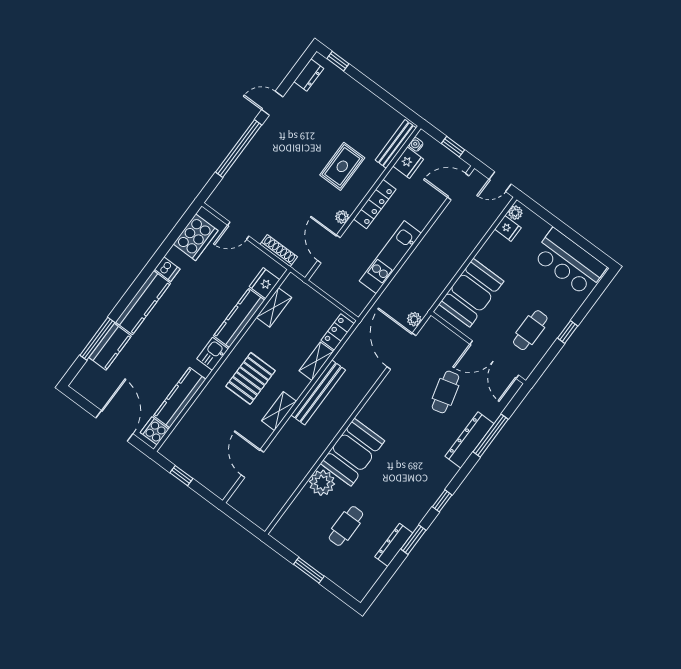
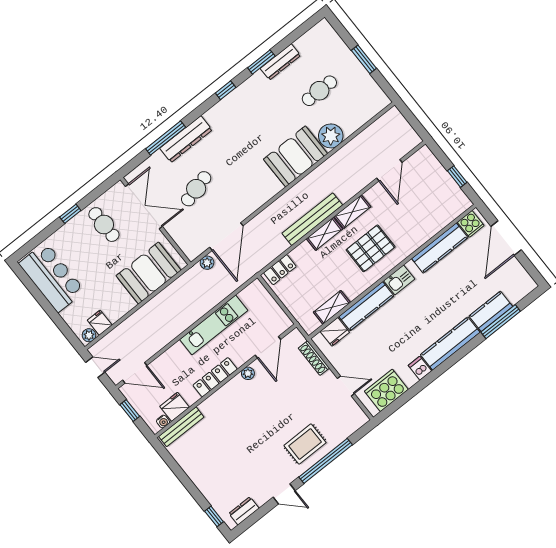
rug: (342, 166) -> (305, 444), moved
cafe table: (530, 330) -> (104, 225), turned 90
shelving: (316, 361) -> (324, 234), moved

